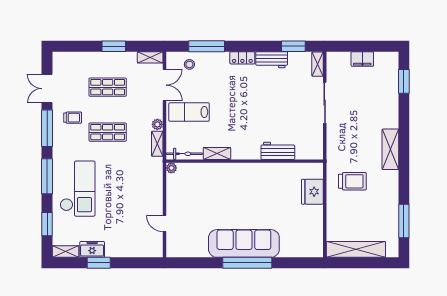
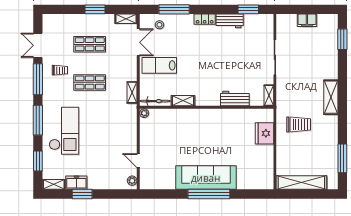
shelving: (318, 64) -> (269, 95), moved
plant: (157, 124) -> (132, 181), moved

